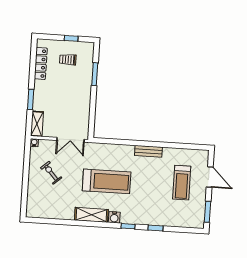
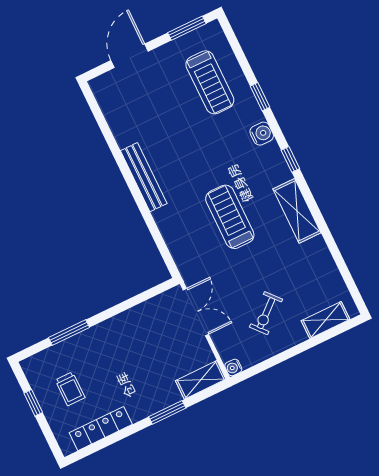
bench: (148, 151) -> (144, 177), width x1.36
treadmill: (107, 181) -> (230, 217), width x0.73, depth x0.73
treadmill: (182, 183) -> (210, 82), moved, turned 90
shelving: (32, 199) -> (326, 320), added
water cooler: (114, 217) -> (262, 134), moved
window: (128, 226) -> (290, 159), moved

